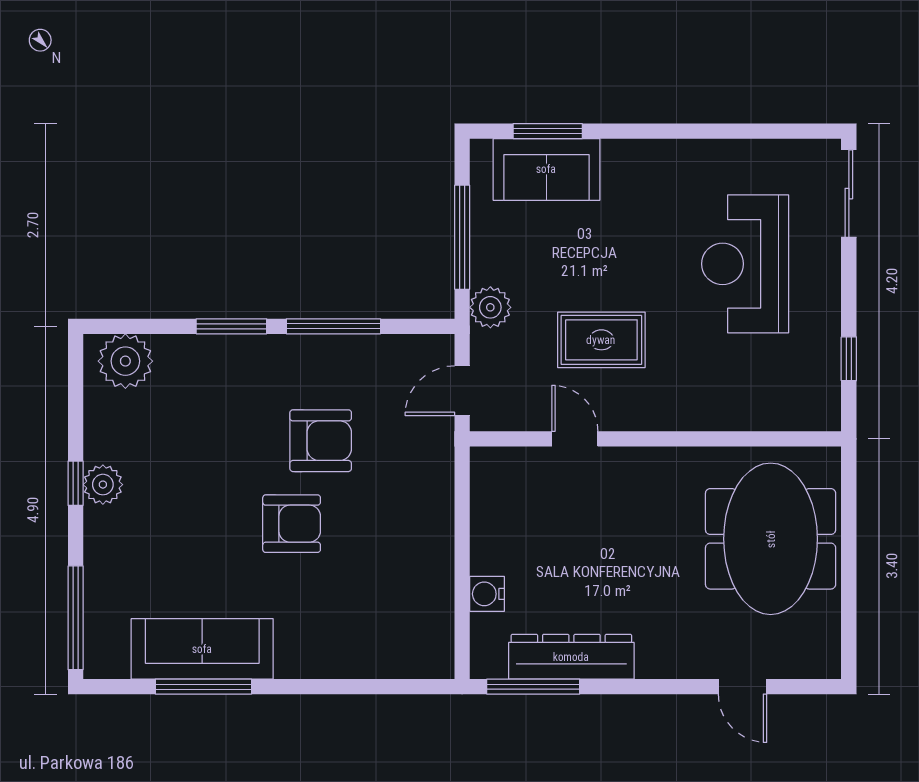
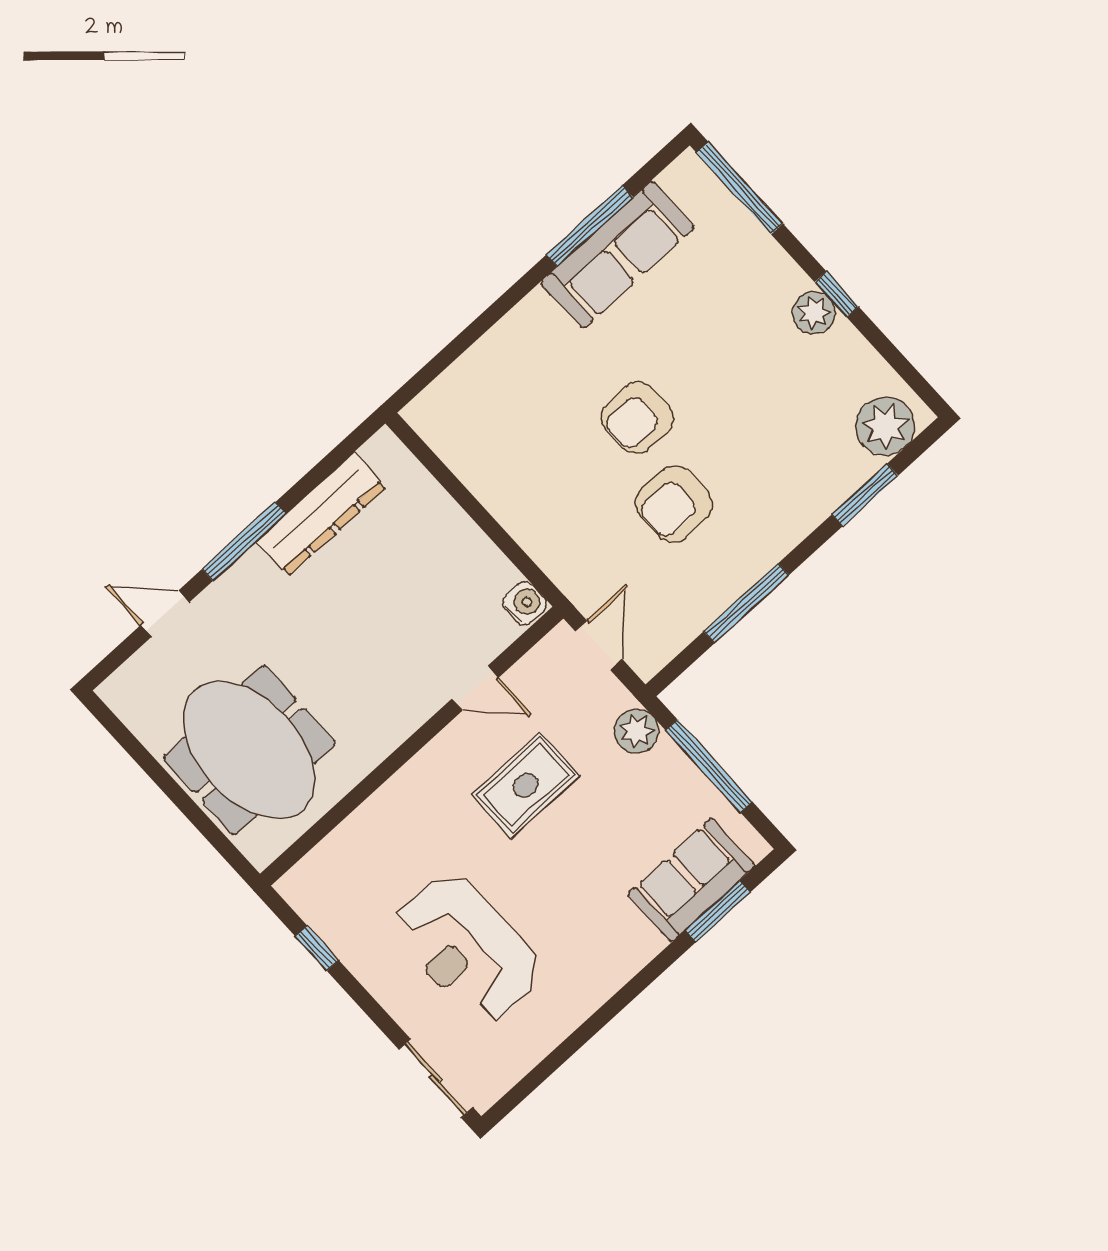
reception desk: (745, 264) -> (467, 948), turned 180
window: (231, 326) -> (865, 495), moved
water cooler: (487, 594) -> (525, 604), moved
window: (533, 687) -> (244, 541), moved

